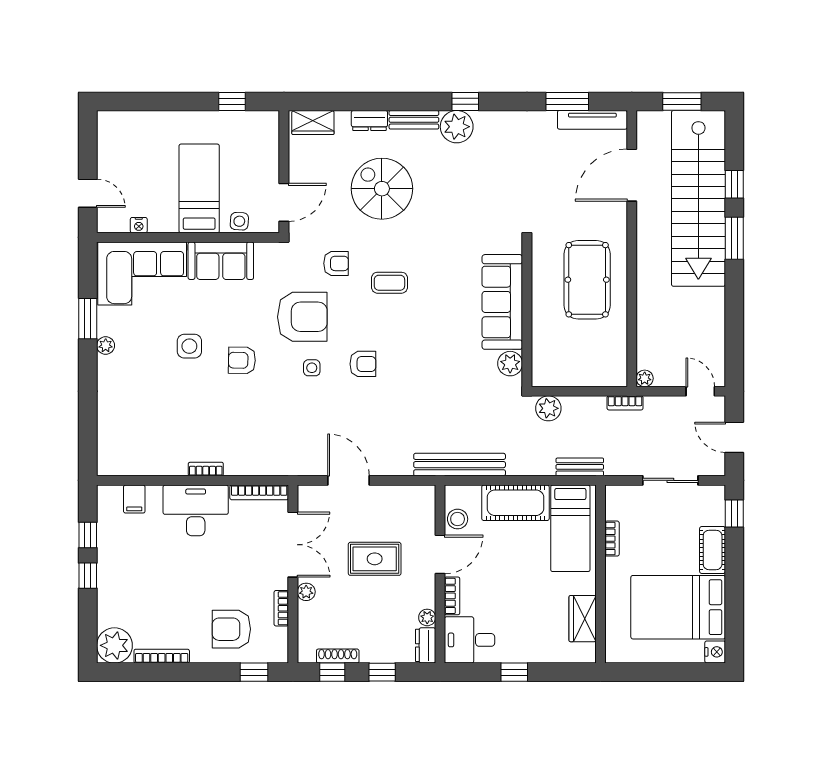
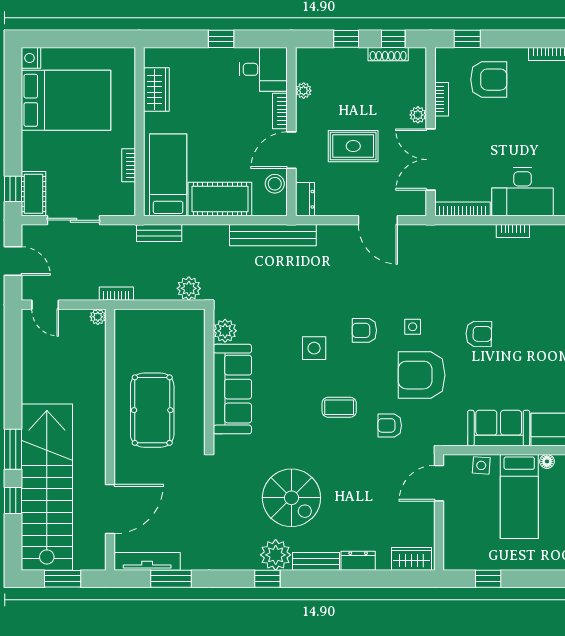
spiral stairs: (382, 189) -> (291, 498), moved
floor lamp: (170, 225) -> (547, 461), added
side table: (189, 346) -> (314, 348), moved
cot: (713, 550) -> (34, 194), moved
dresser: (426, 645) -> (305, 199), moved

